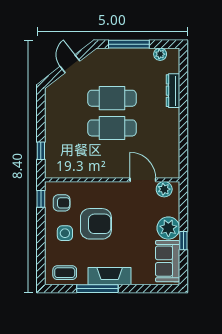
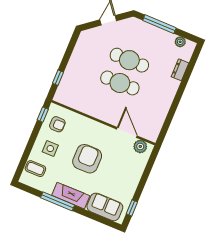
dresser: (173, 91) -> (180, 70), width x0.70
armchair: (96, 224) -> (87, 159), moved, turned -90
plant: (168, 228) -> (131, 178), removed
window: (183, 241) -> (132, 208), moved
sofa: (168, 261) -> (105, 207), moved, turned 90
coffee table: (65, 273) -> (35, 169), moved

